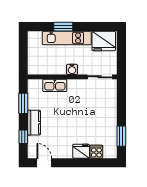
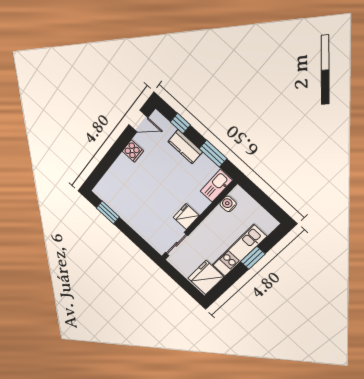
water cooler: (72, 69) -> (228, 204), moved
kitchen sink: (55, 85) -> (216, 186), moved
fridge: (81, 151) -> (186, 217), moved, turned 180
cooker: (96, 152) -> (133, 151), moved

